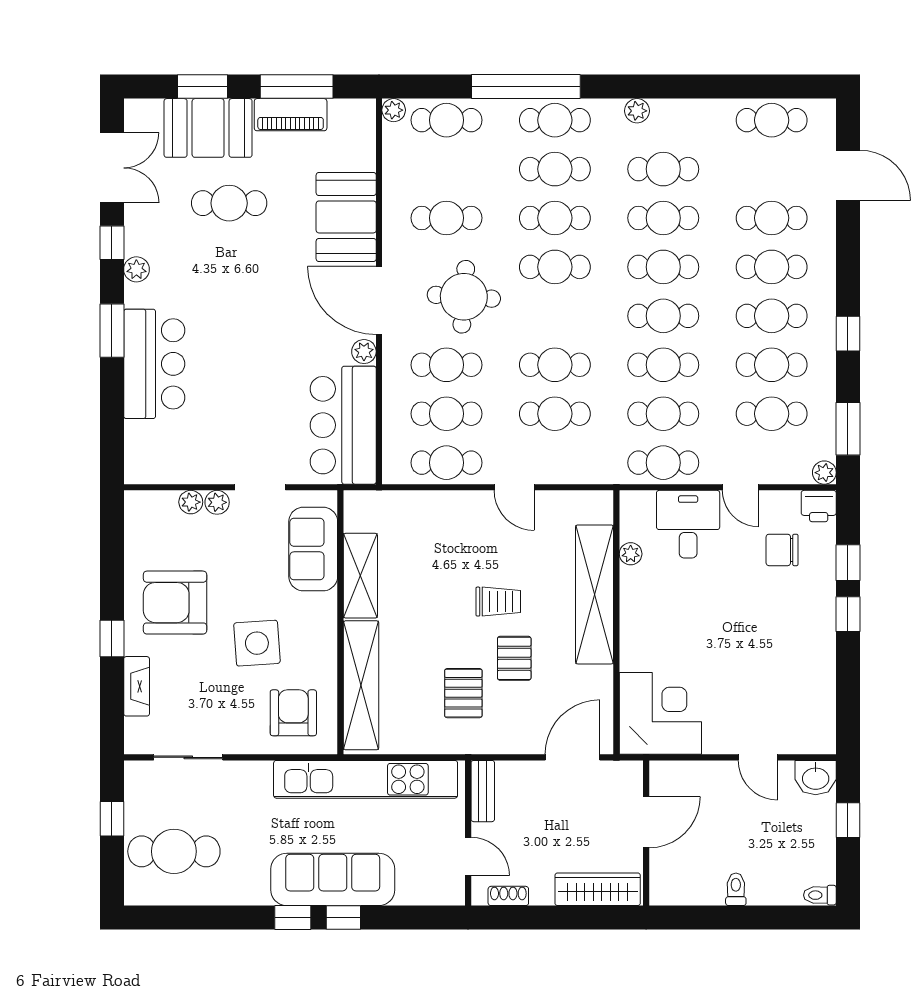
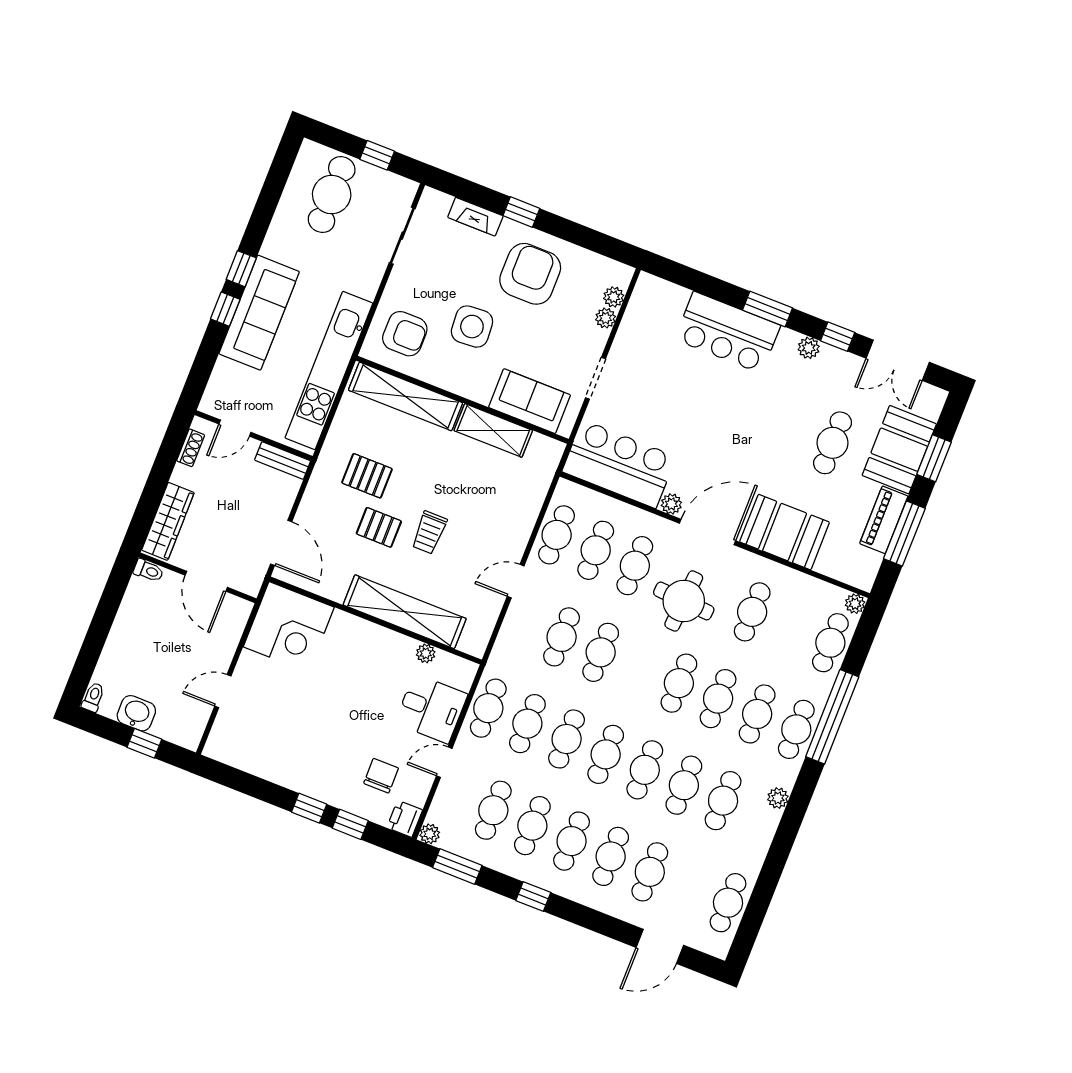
plant: (217, 502) -> (614, 297), moved
washbasin: (816, 778) -> (136, 713), moved, turned 90
toilet: (736, 889) -> (148, 571), moved

